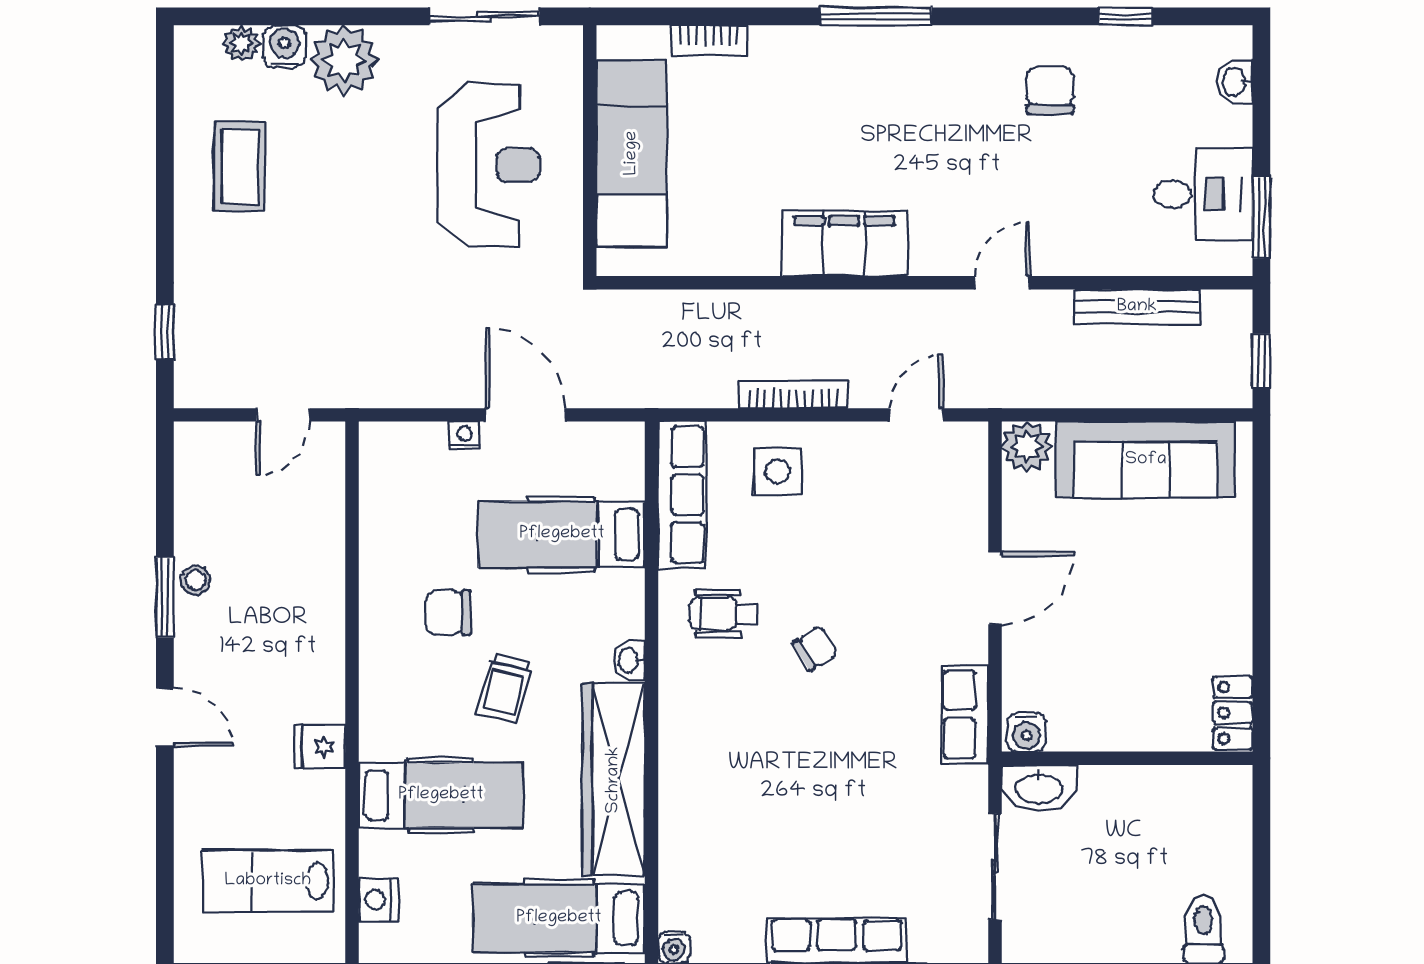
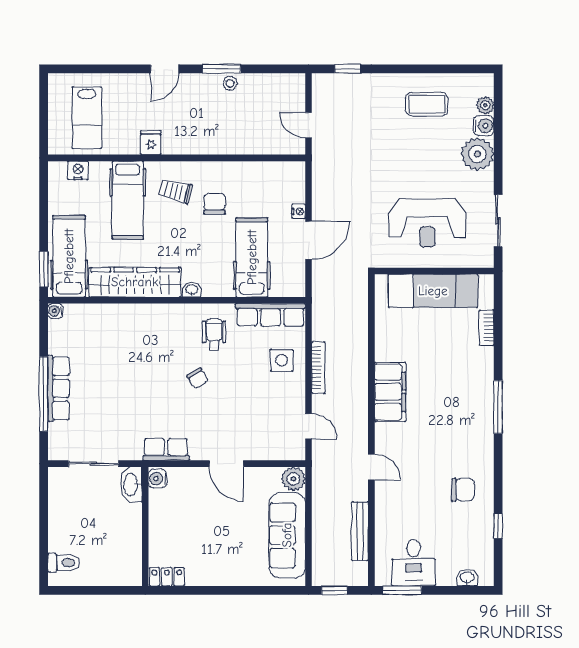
trolley: (505, 688) -> (175, 191), moved
lab bench: (268, 881) -> (87, 118), turned 180

